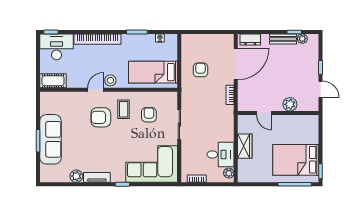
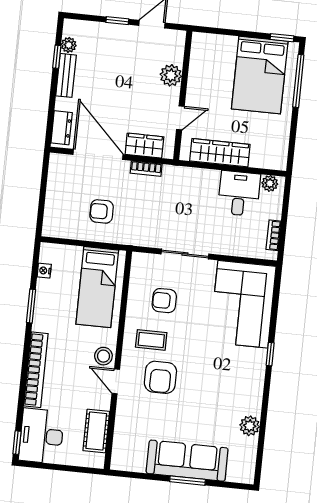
cot: (53, 81) -> (96, 431), moved
wardrobe: (244, 92) -> (144, 146), added
wardrobe: (245, 146) -> (220, 153), width x1.50
tv unit: (97, 177) -> (255, 393), removed

